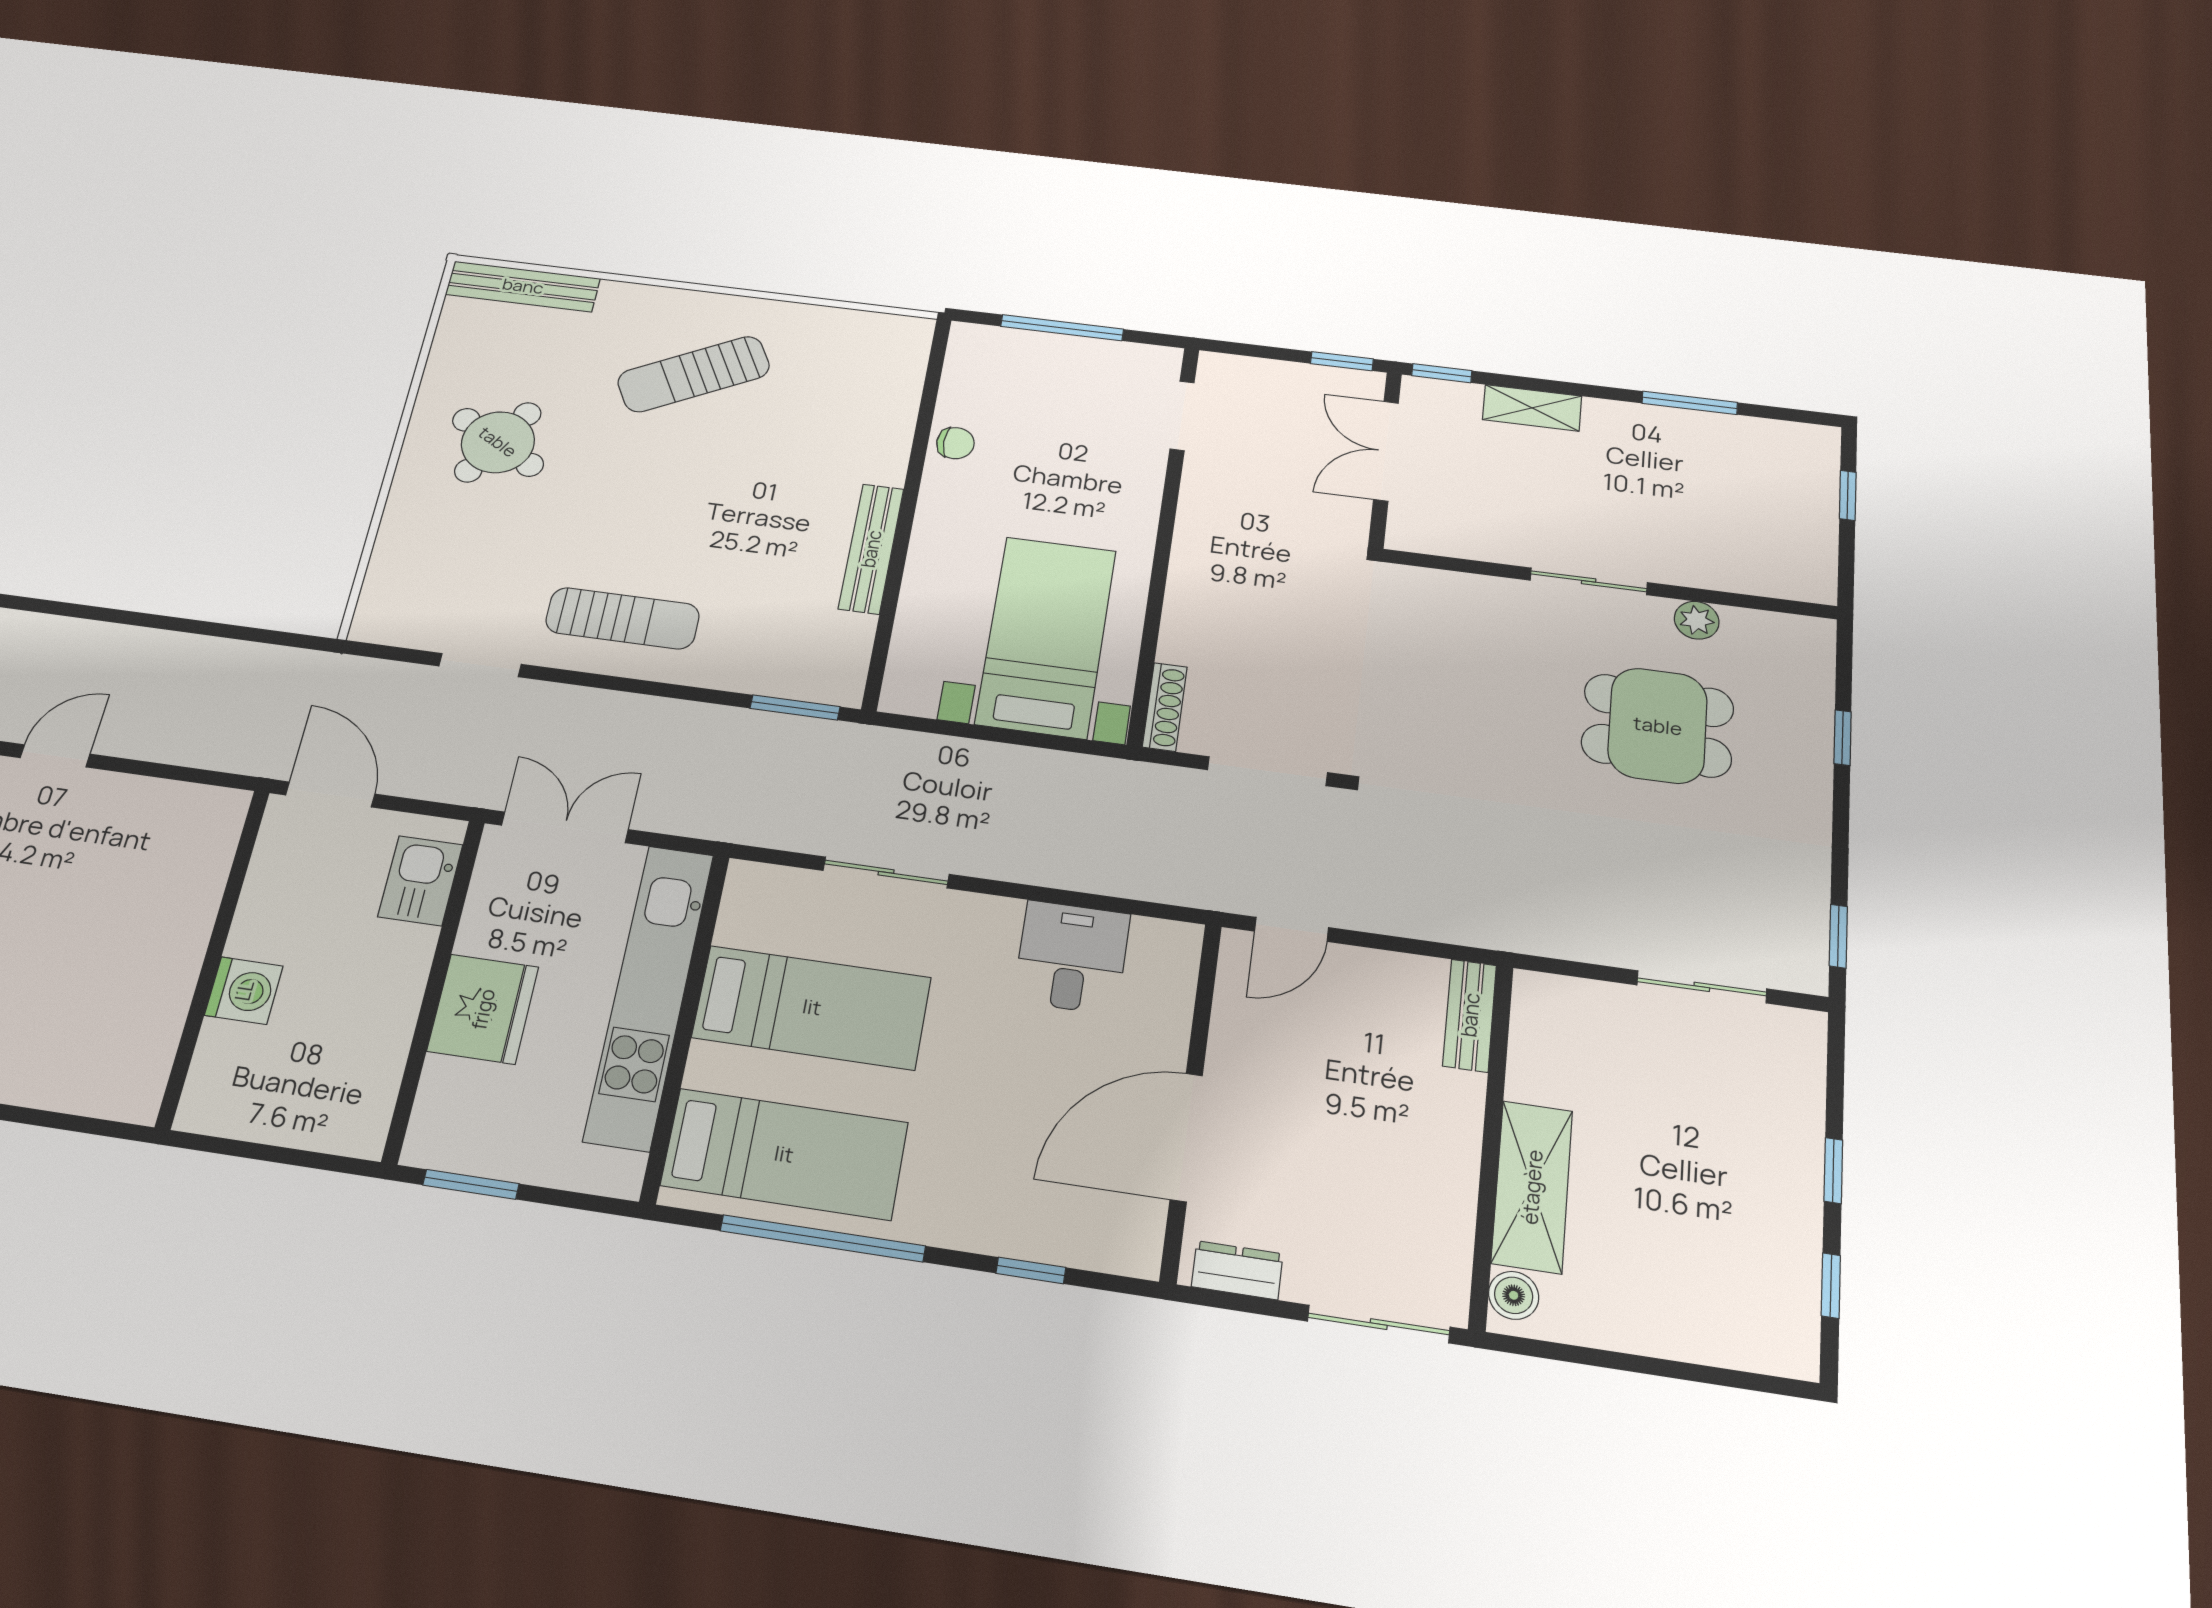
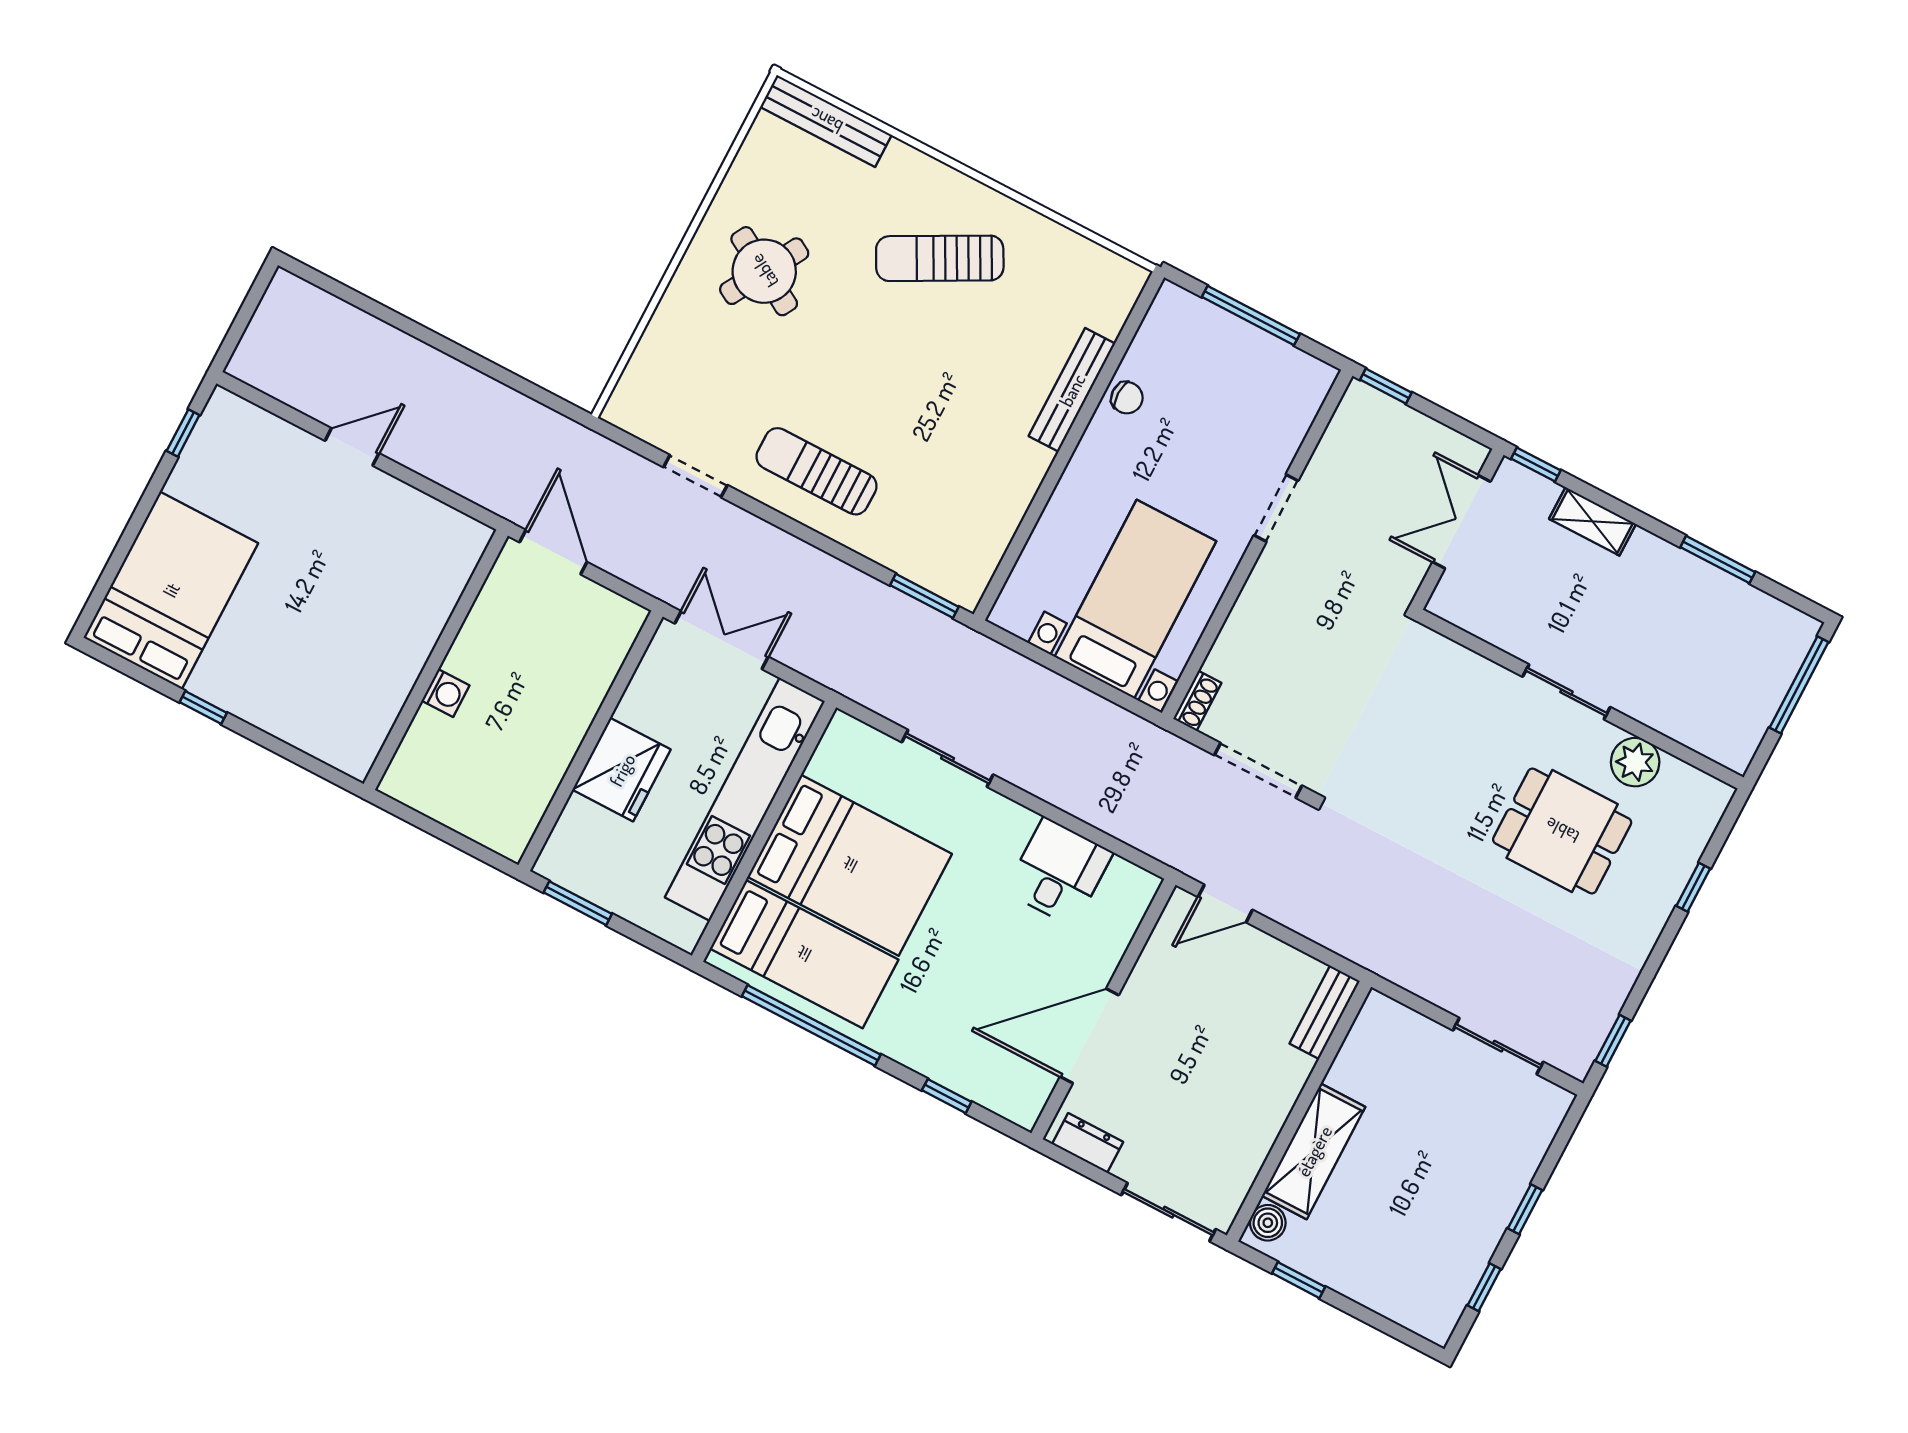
window: (1342, 361) -> (1386, 386), moved
doorway: (1182, 416) -> (1276, 508), moved
window: (1848, 495) -> (1799, 685), width x2.17
bench: (871, 549) -> (1072, 390), moved
sun lounger: (622, 618) -> (817, 471), turned 180
plant: (1697, 620) -> (1635, 762), width x1.38, depth x1.38
shoe rack: (1165, 707) -> (1197, 701), width x0.70
kitchen sink: (420, 881) -> (603, 649), removed
washing machine: (244, 991) -> (446, 693), width x0.73, depth x0.73
bed: (812, 1007) -> (850, 865), width x1.50
window: (1587, 1356) -> (1299, 1280), added

